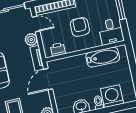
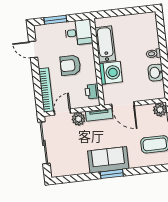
washing machine: (112, 96) -> (111, 73), moved, turned 180

